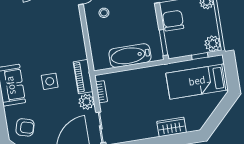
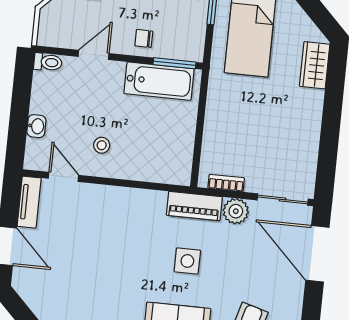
chair: (173, 21) -> (144, 38), width x0.54, depth x0.54
bathtub: (130, 56) -> (159, 81), moved, turned -90
wardrobe: (172, 127) -> (315, 65), moved

